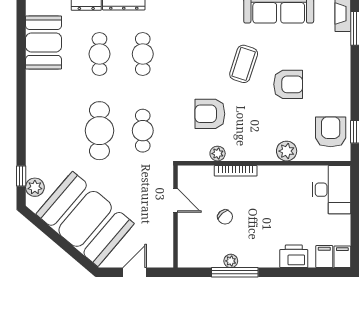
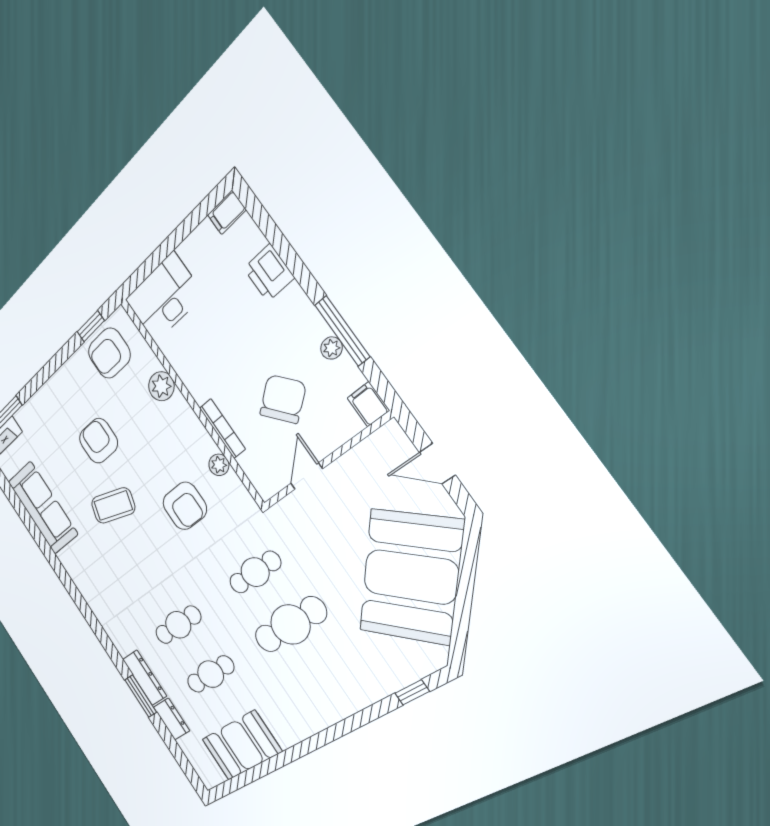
plant: (35, 187) -> (414, 667), removed
chair: (225, 217) -> (283, 399), width x1.87, depth x1.87
filing cabinet: (324, 257) -> (368, 404), moved, turned 90

